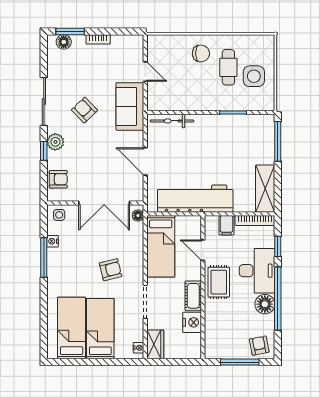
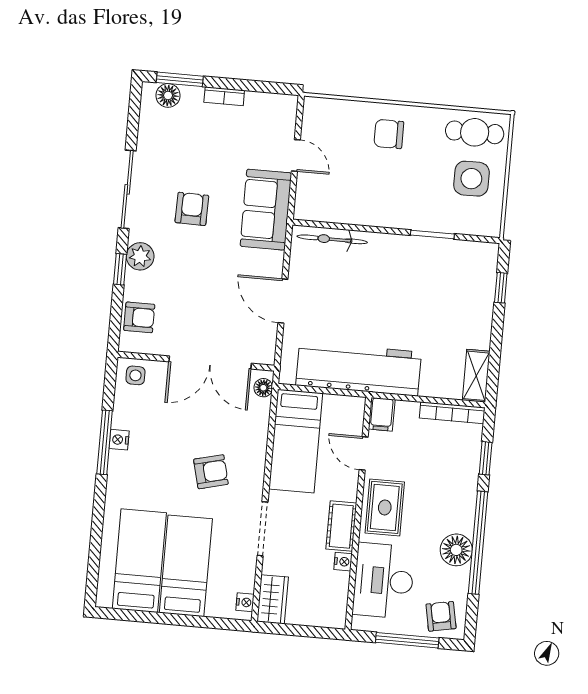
chair: (201, 53) -> (389, 134), turned 180
cafe table: (228, 67) -> (475, 132), moved, turned 90
armchair: (85, 110) -> (192, 209), turned 45
window: (278, 141) -> (501, 288), width x0.46
shelving: (265, 189) -> (476, 376), width x0.67, depth x0.75
filing cabinet: (226, 225) -> (382, 414), moved
nightstand: (53, 241) -> (119, 440), moved
desk: (257, 271) -> (384, 581), moved, turned 180
nightstand: (192, 322) -> (343, 562), width x0.53, depth x0.56

